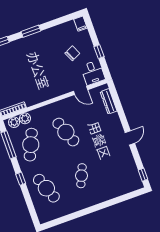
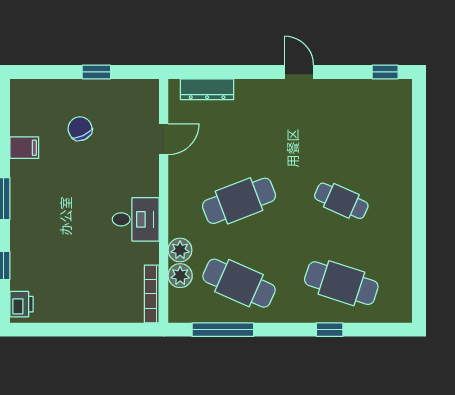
filing cabinet: (81, 24) -> (24, 148), moved
desk: (93, 73) -> (136, 219), moved
plant: (14, 122) -> (180, 250), moved
window: (21, 179) -> (330, 330), moved
cafe table: (46, 188) -> (341, 283), turned 39

